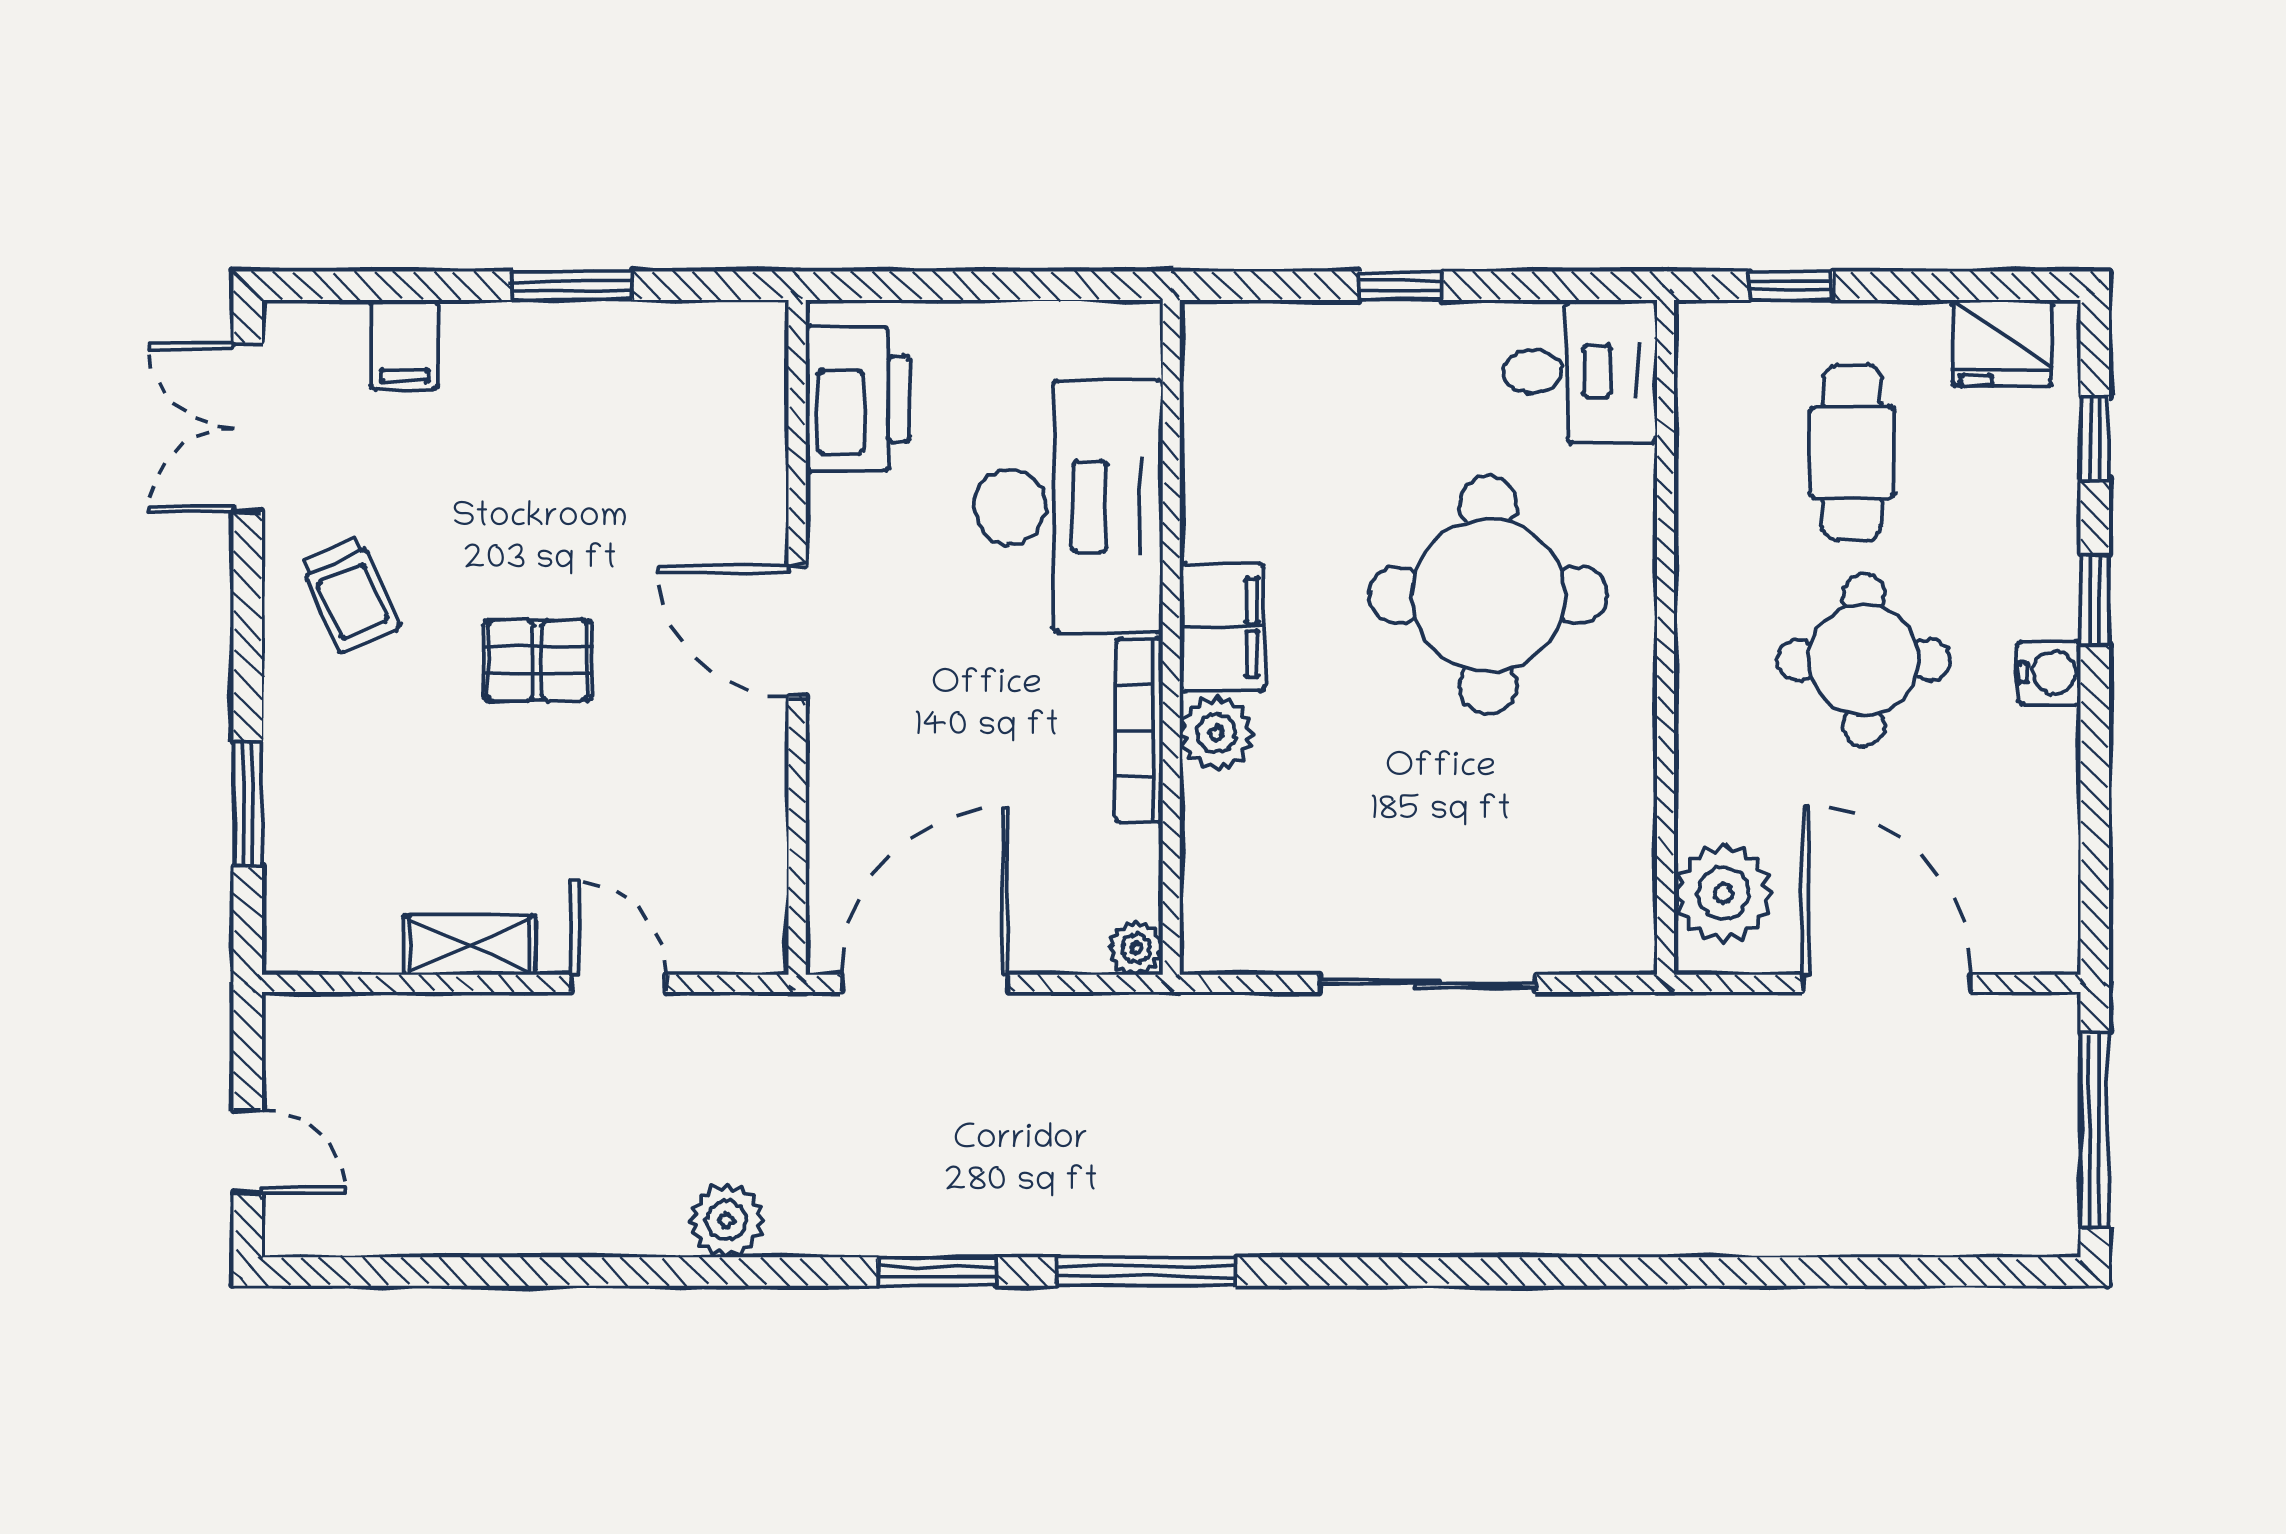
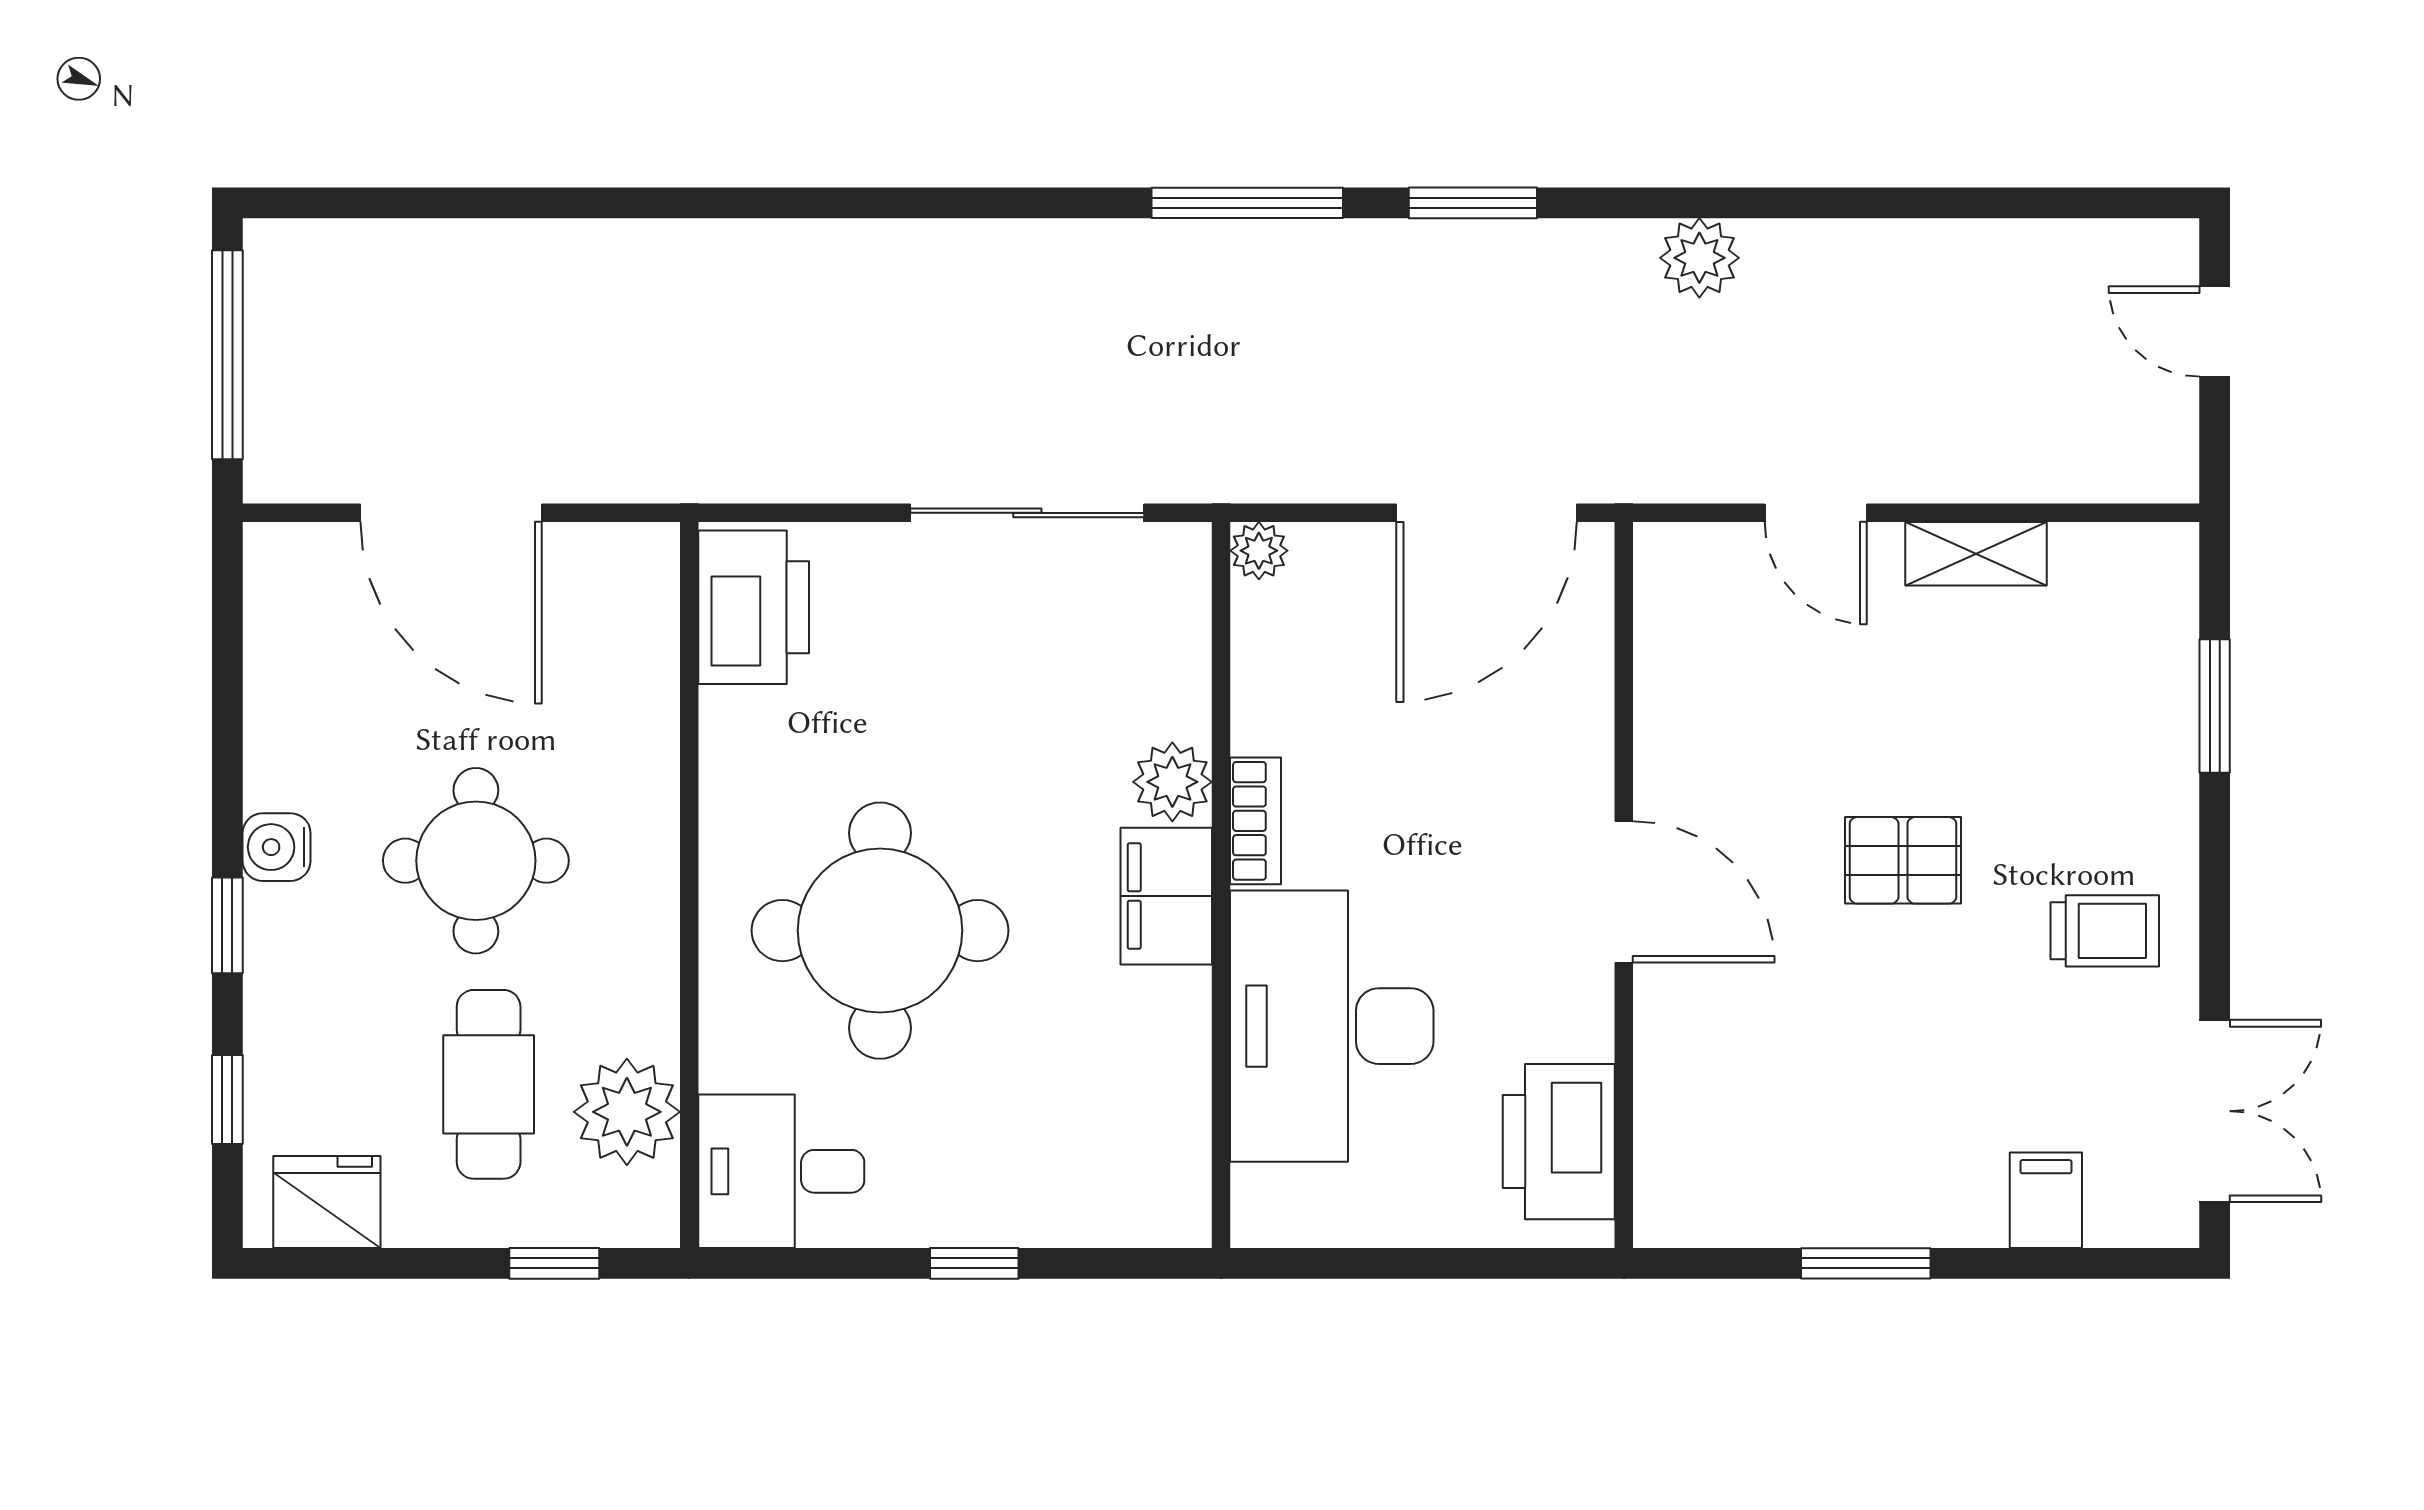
trolley: (350, 595) -> (2105, 931), turned 114
bookcase: (1139, 730) -> (1256, 821), width x0.64
plant: (1723, 893) -> (627, 1112), moved
printer: (1606, 896) -> (754, 607), added
sliding door: (1427, 983) -> (1027, 513), moved

